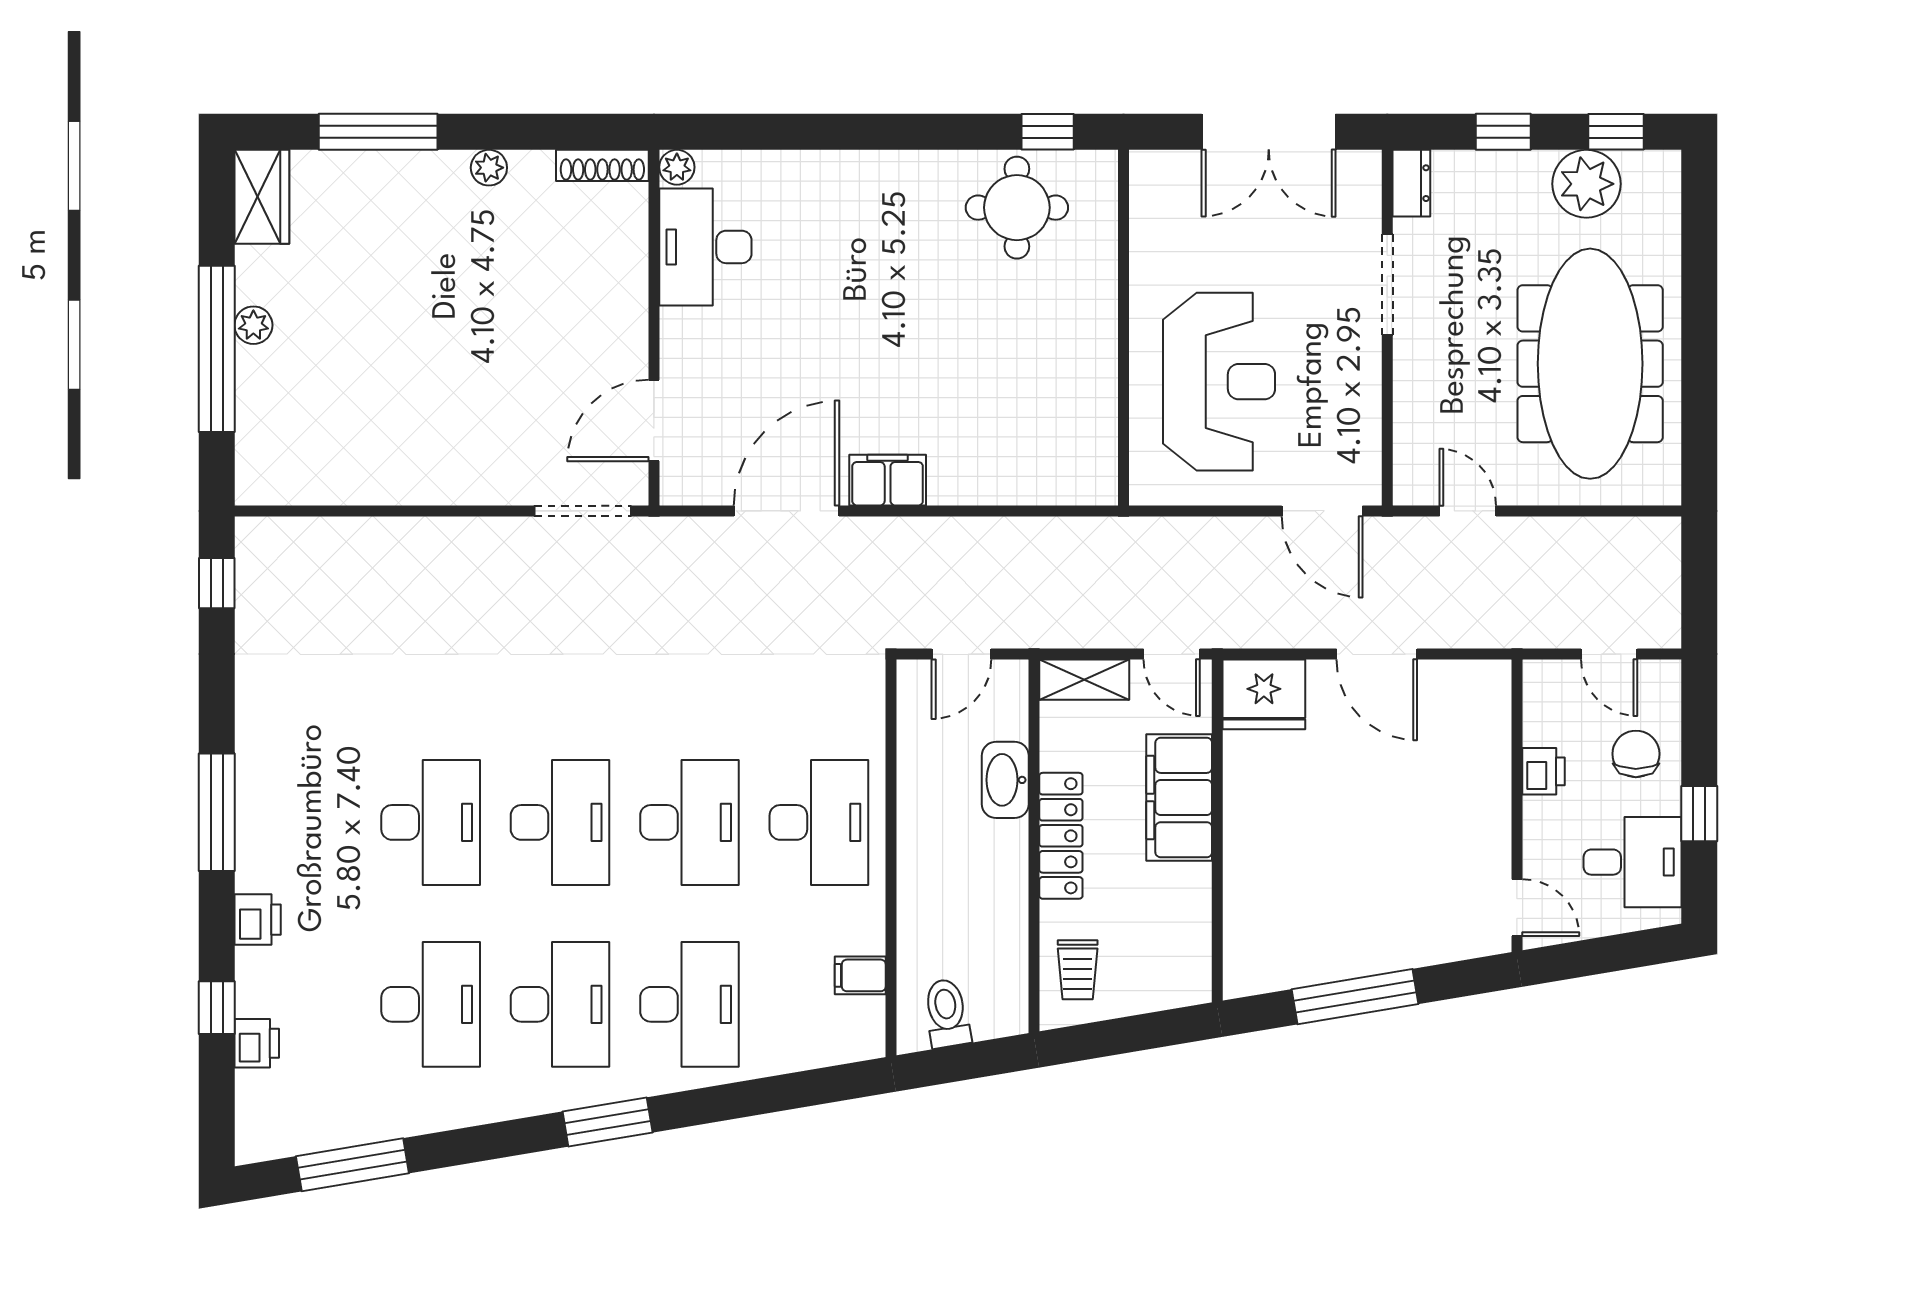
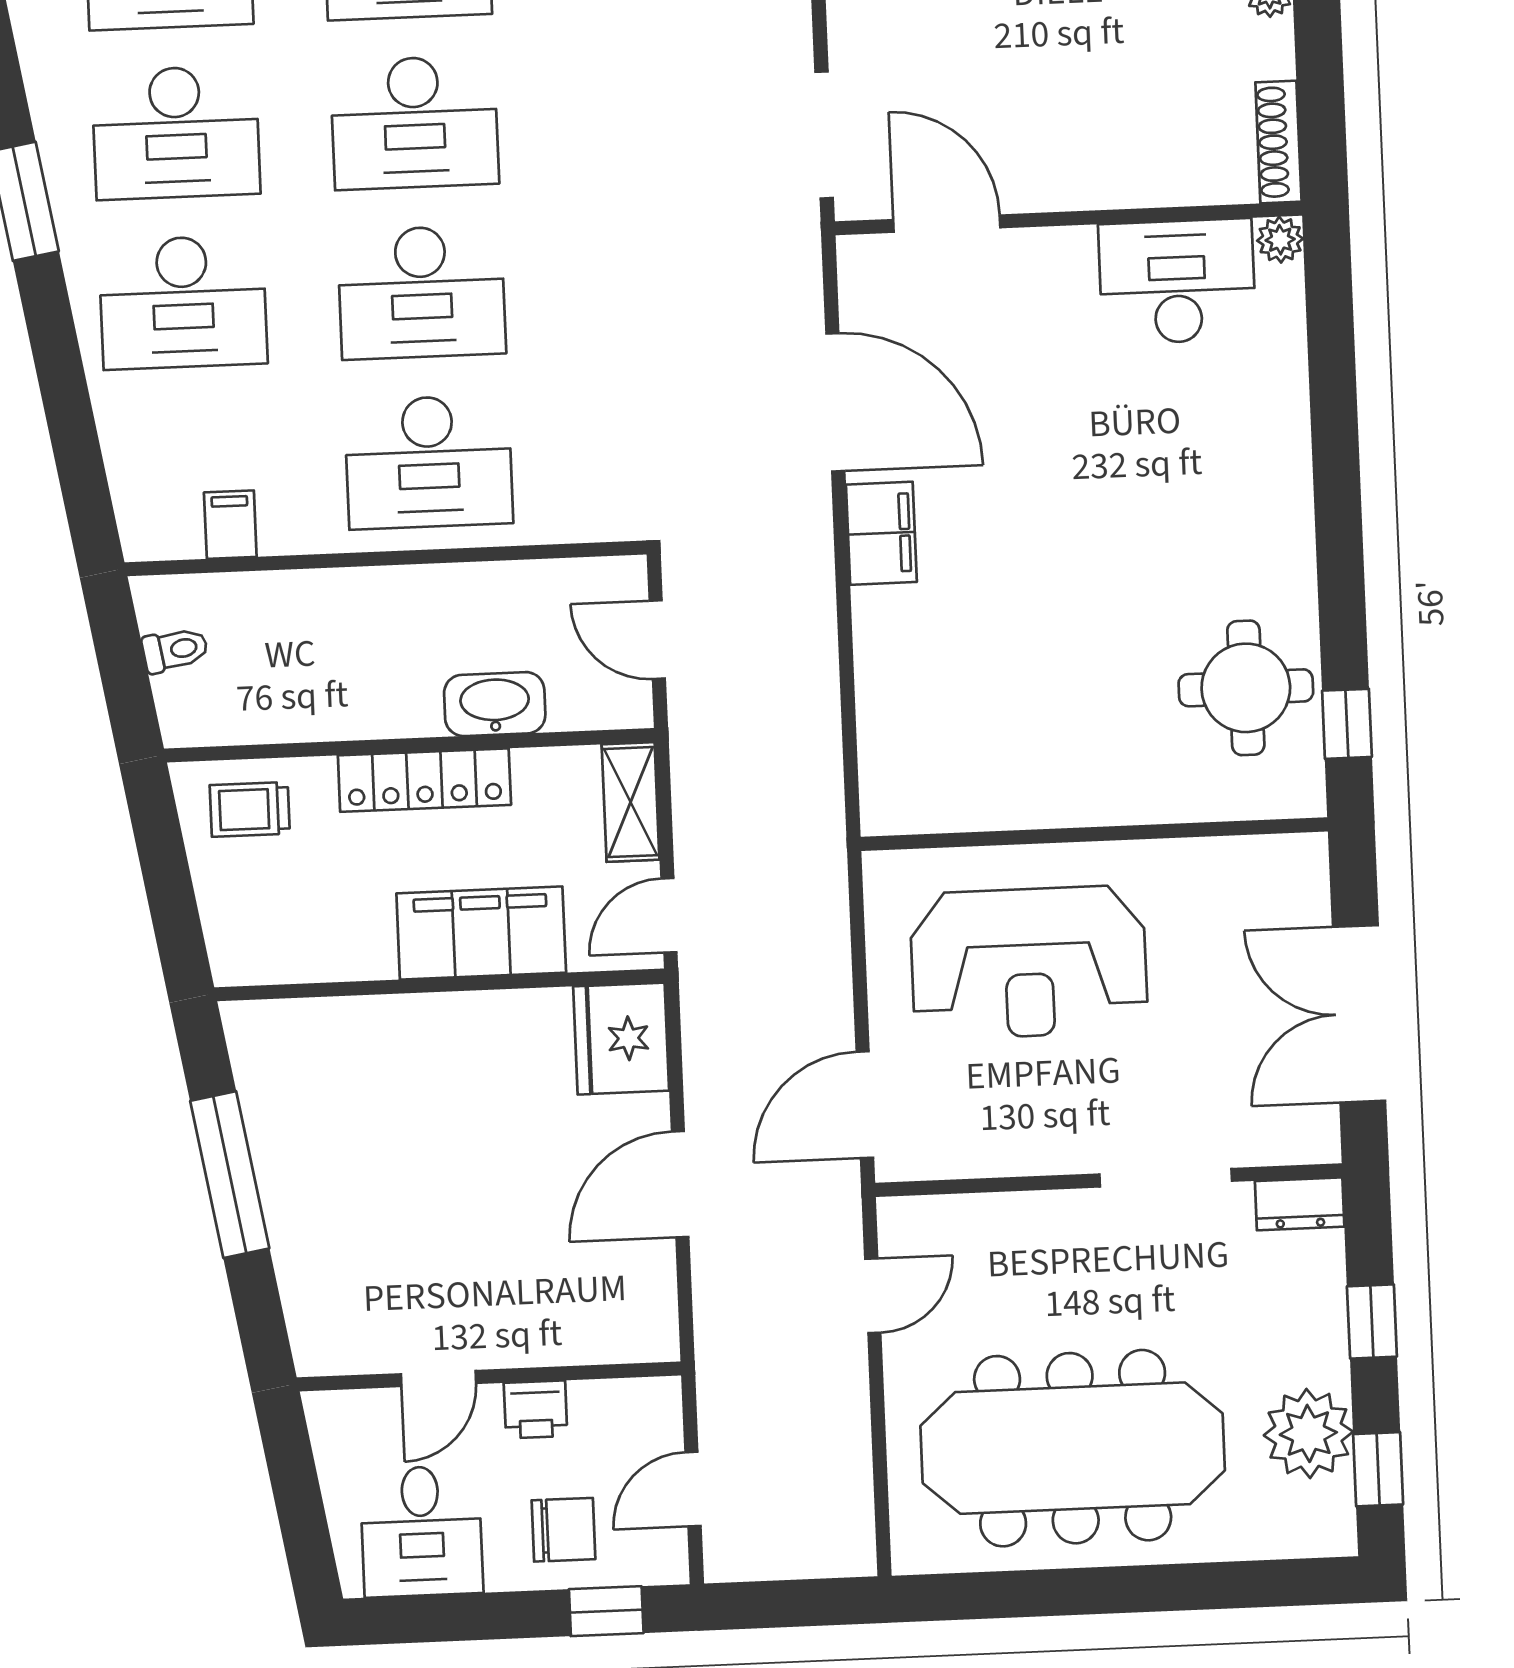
window: (1699, 814) -> (606, 1611), moved
door: (1517, 908) -> (439, 1379), moved
toilet: (947, 1013) -> (175, 650), width x0.73, depth x0.72

